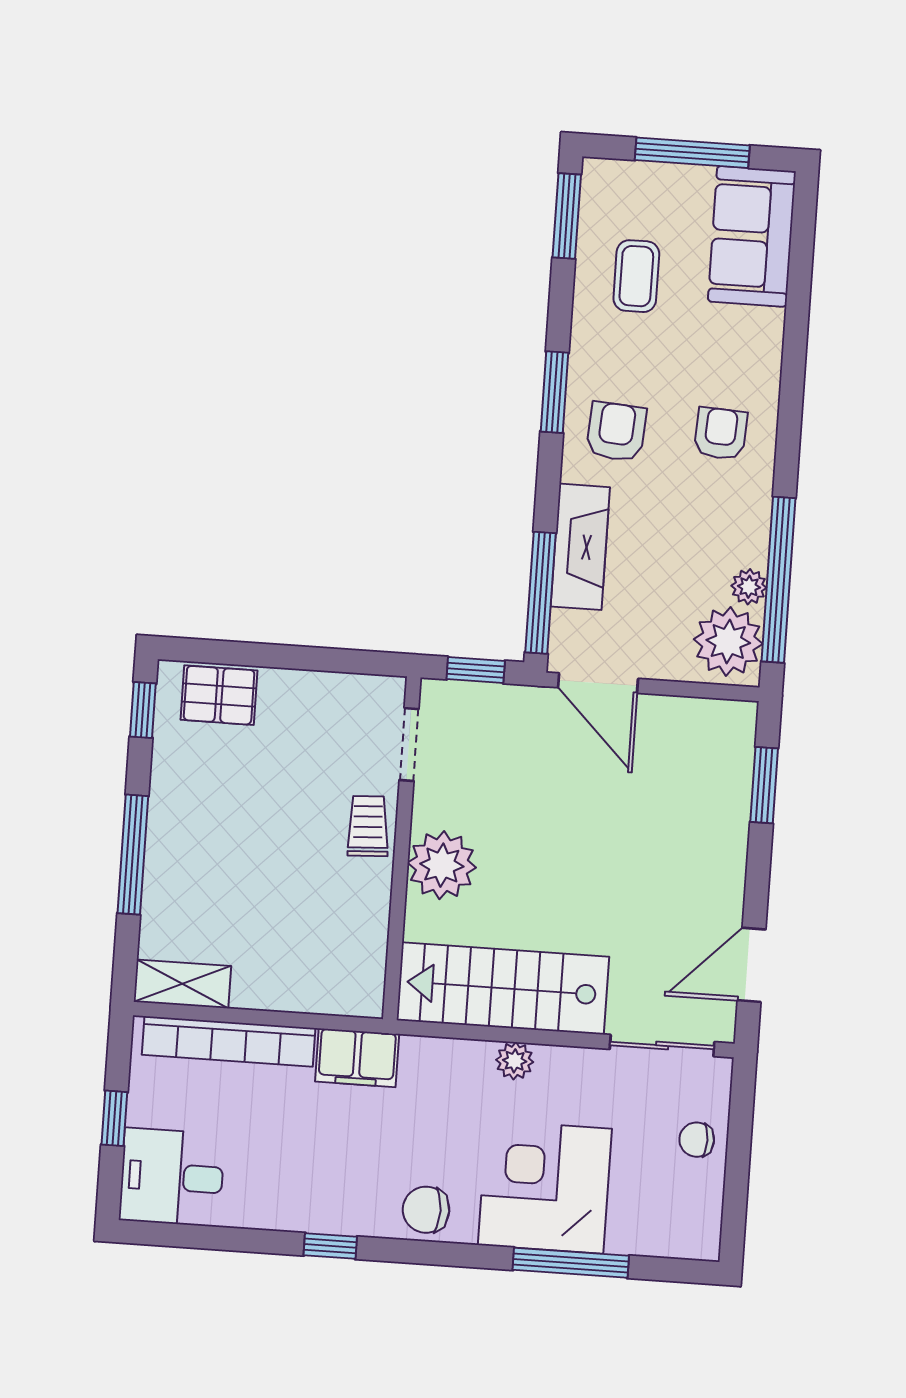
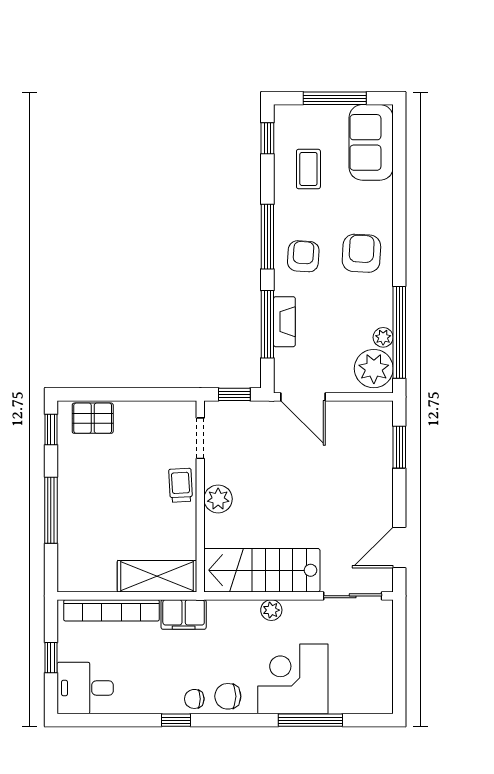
window: (567, 216) -> (267, 138), width x0.67
window: (554, 392) -> (267, 237), width x1.44
armchair: (721, 434) -> (361, 253), width x1.38, depth x1.38
fireplace: (580, 547) -> (284, 322), width x0.73, depth x0.76
window: (540, 593) -> (267, 324), moved
plant: (442, 865) -> (218, 499), width x0.73, depth x0.73
shelving: (182, 984) -> (157, 576), moved, width x1.50, depth x1.33
chair: (697, 1140) -> (194, 699), moved

